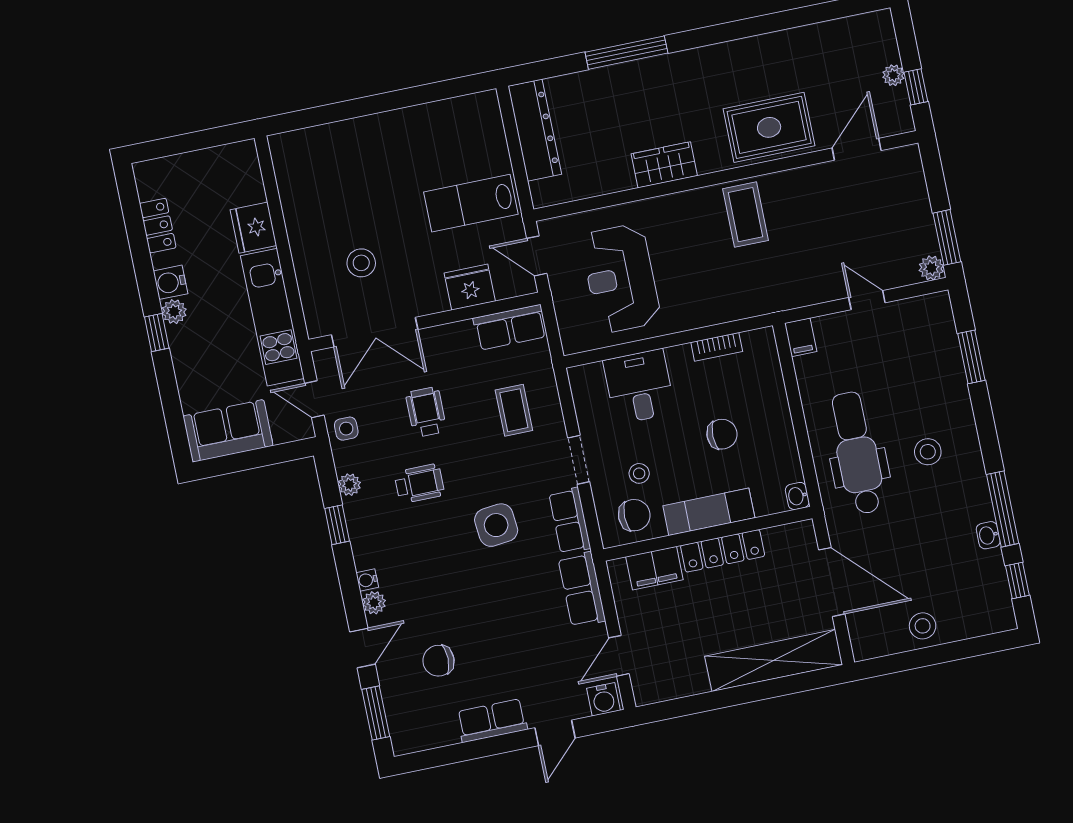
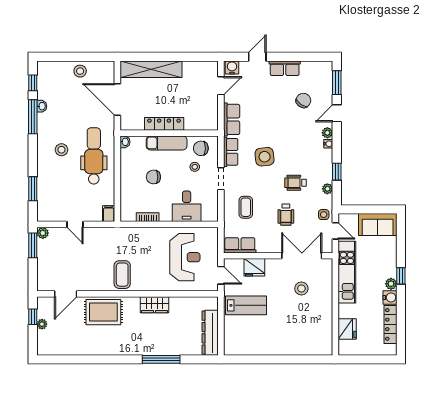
locker: (158, 226) -> (390, 324), width x1.53
fridge: (253, 228) -> (347, 329), moved
dental chair: (857, 453) -> (94, 156), turned 180
filing cabinet: (654, 568) -> (197, 122), removed
chair: (439, 661) -> (303, 100), turned -56

